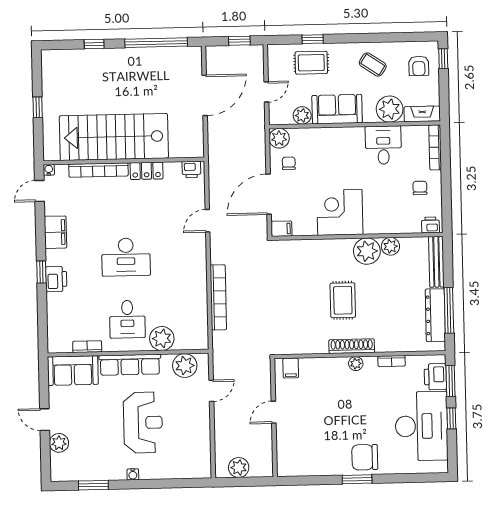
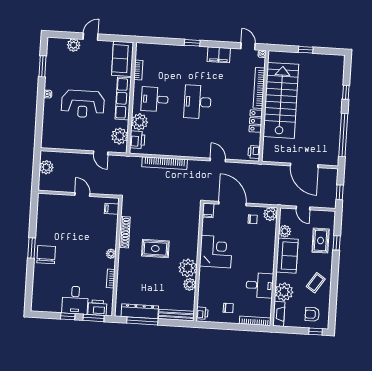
printer: (56, 279) -> (137, 140), moved, turned -90
shoe rack: (352, 346) -> (124, 232), moved
desk: (421, 426) -> (75, 300), width x0.53, depth x0.77

